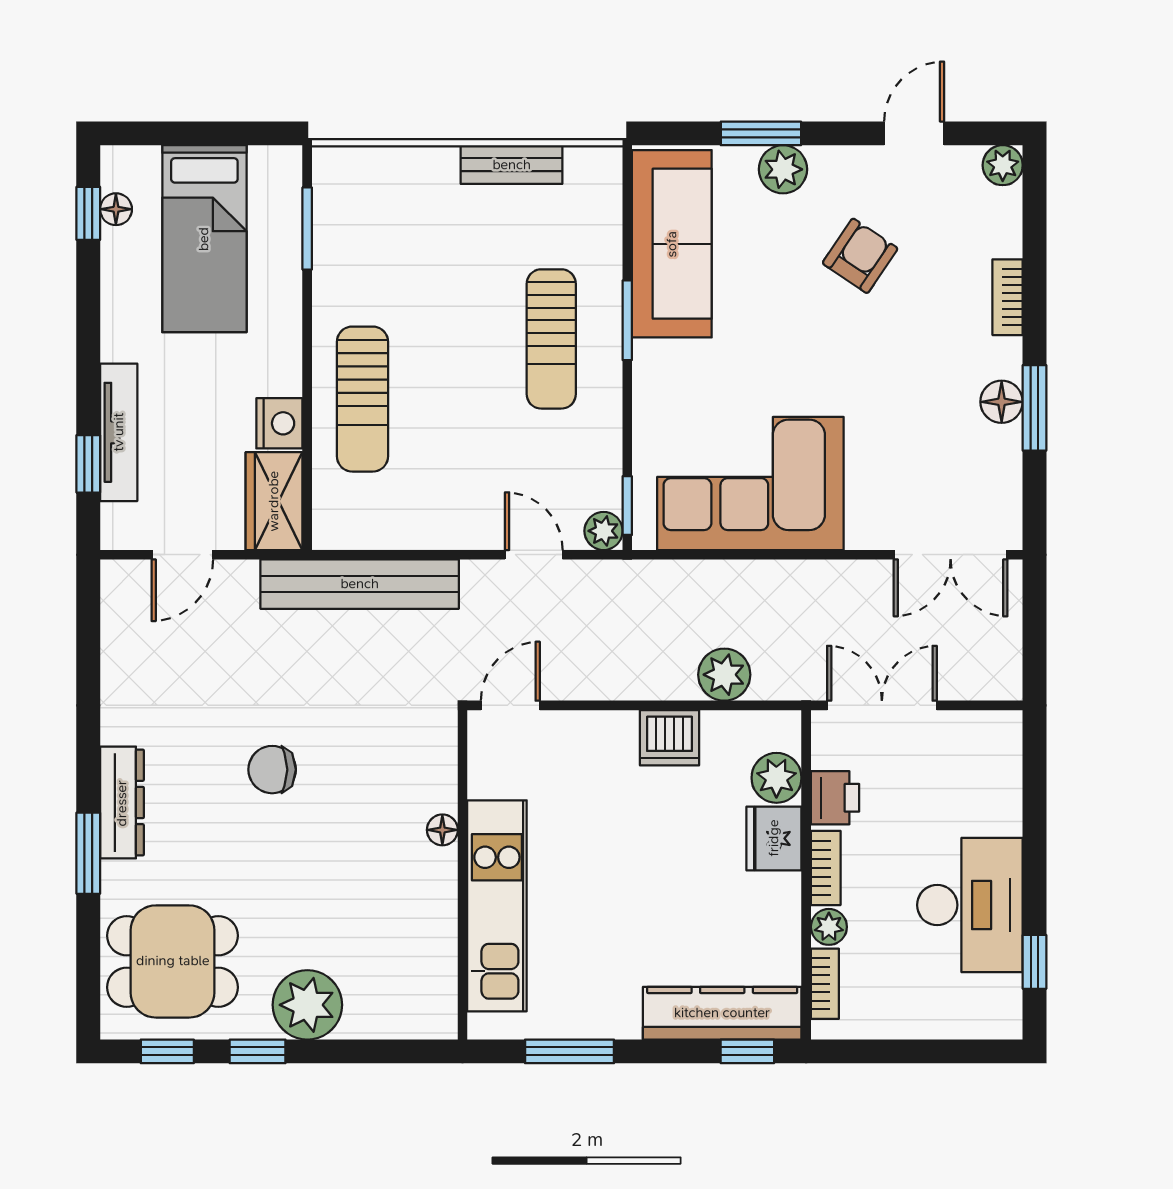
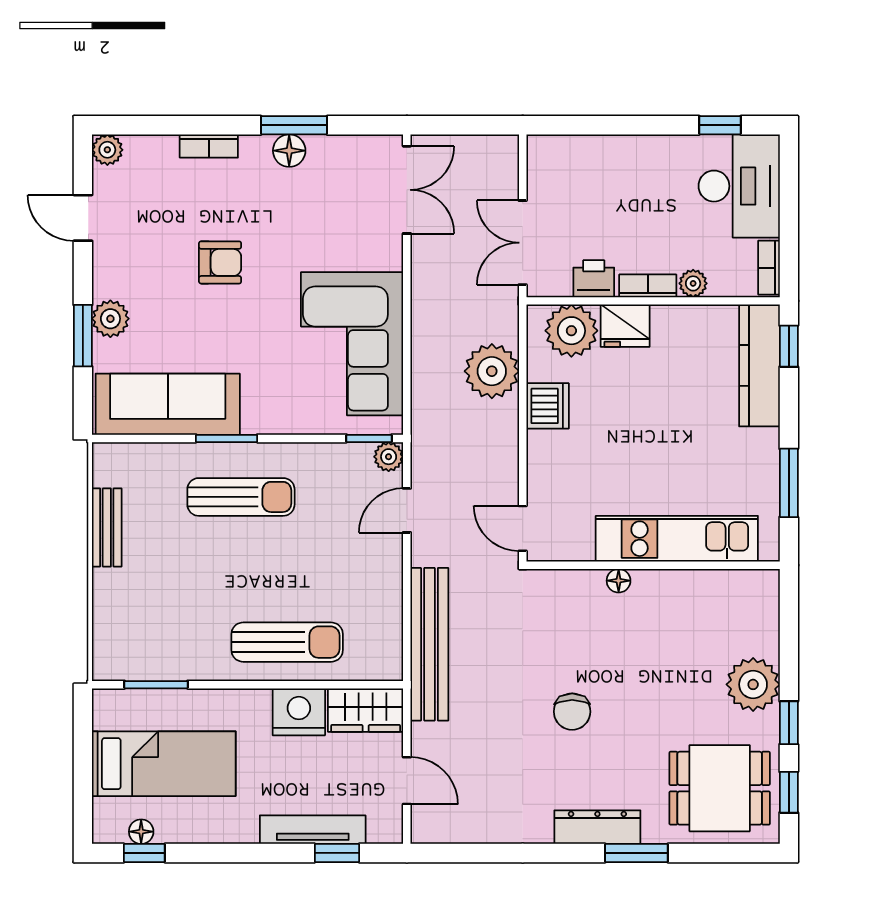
armchair: (860, 256) -> (220, 262), moved, turned 146
nightstand: (279, 423) -> (299, 712), width x1.36, depth x1.33
plant: (724, 675) -> (492, 371), width x1.36, depth x1.36
plant: (776, 778) -> (571, 331), width x1.36, depth x1.36
desk: (970, 905) -> (739, 186), moved, turned 90
dining table: (173, 961) -> (720, 788), turned 90
bookcase: (825, 984) -> (769, 268), moved, turned -90

